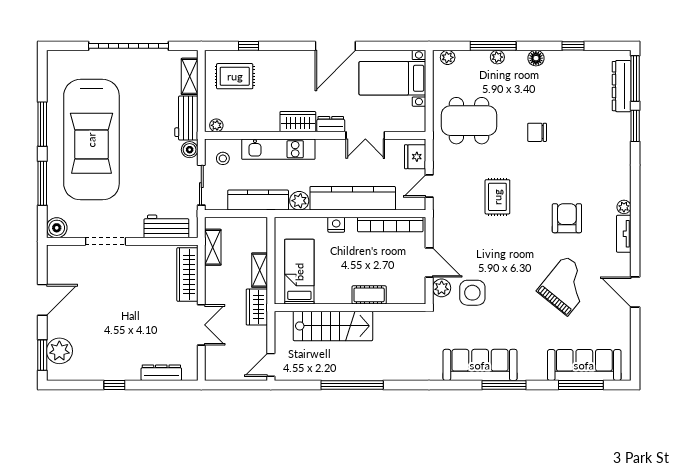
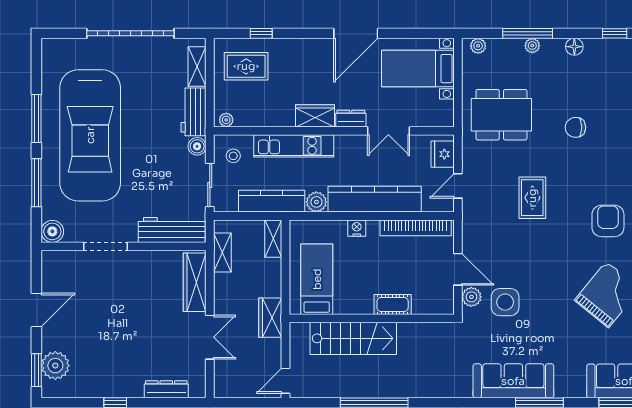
workbench: (166, 226) -> (172, 230), width x1.38
shelving: (260, 270) -> (273, 239), moved

